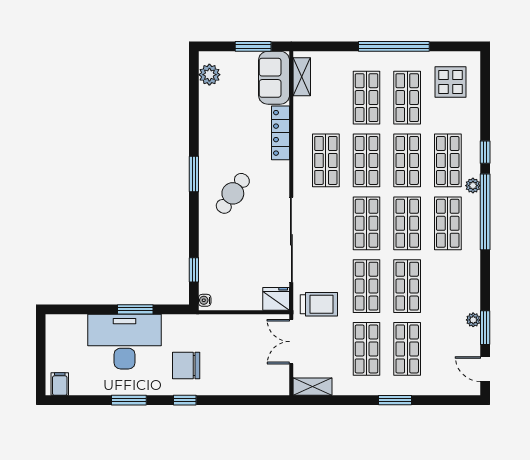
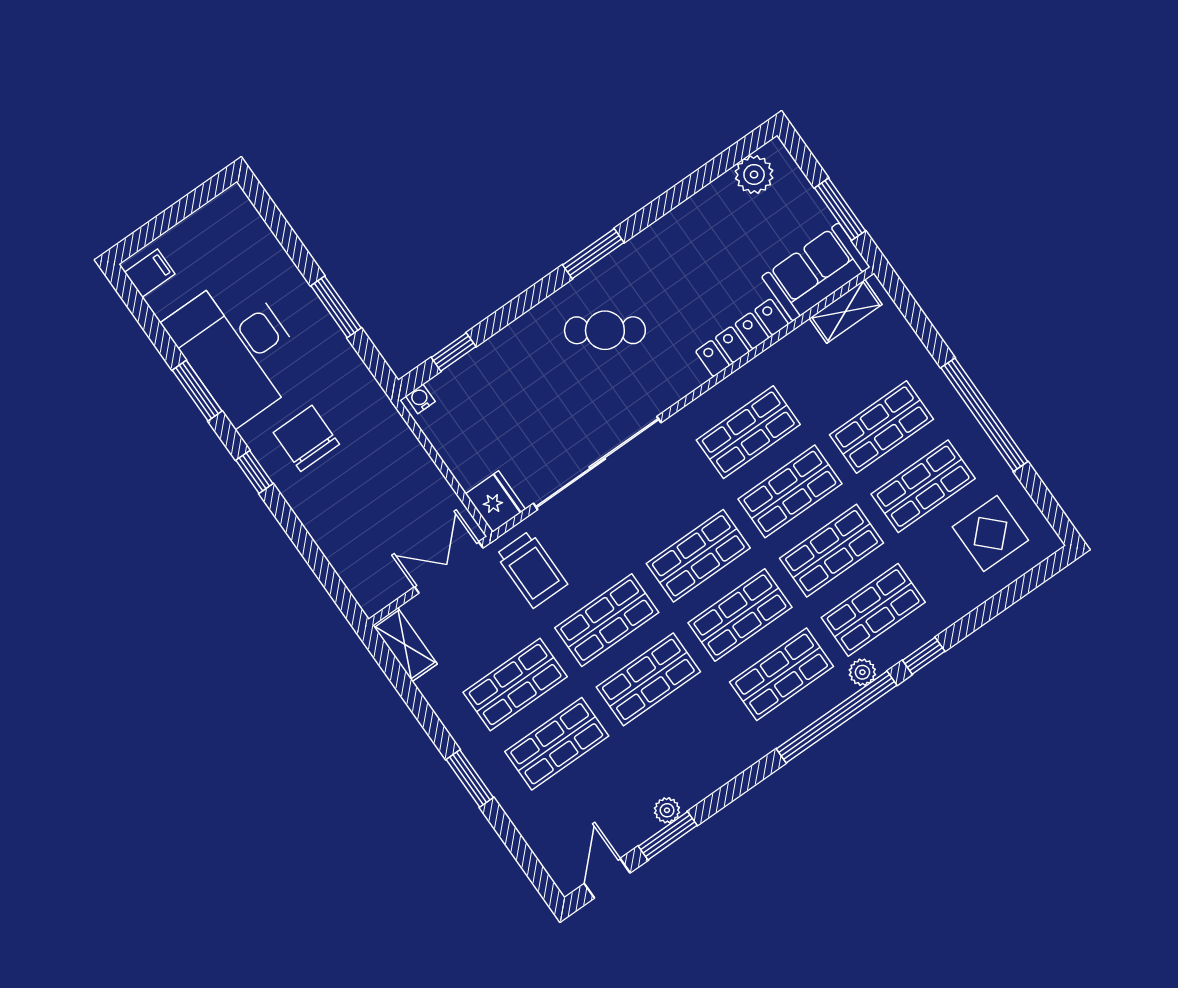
desk: (125, 342) -> (237, 348), moved, turned 180

